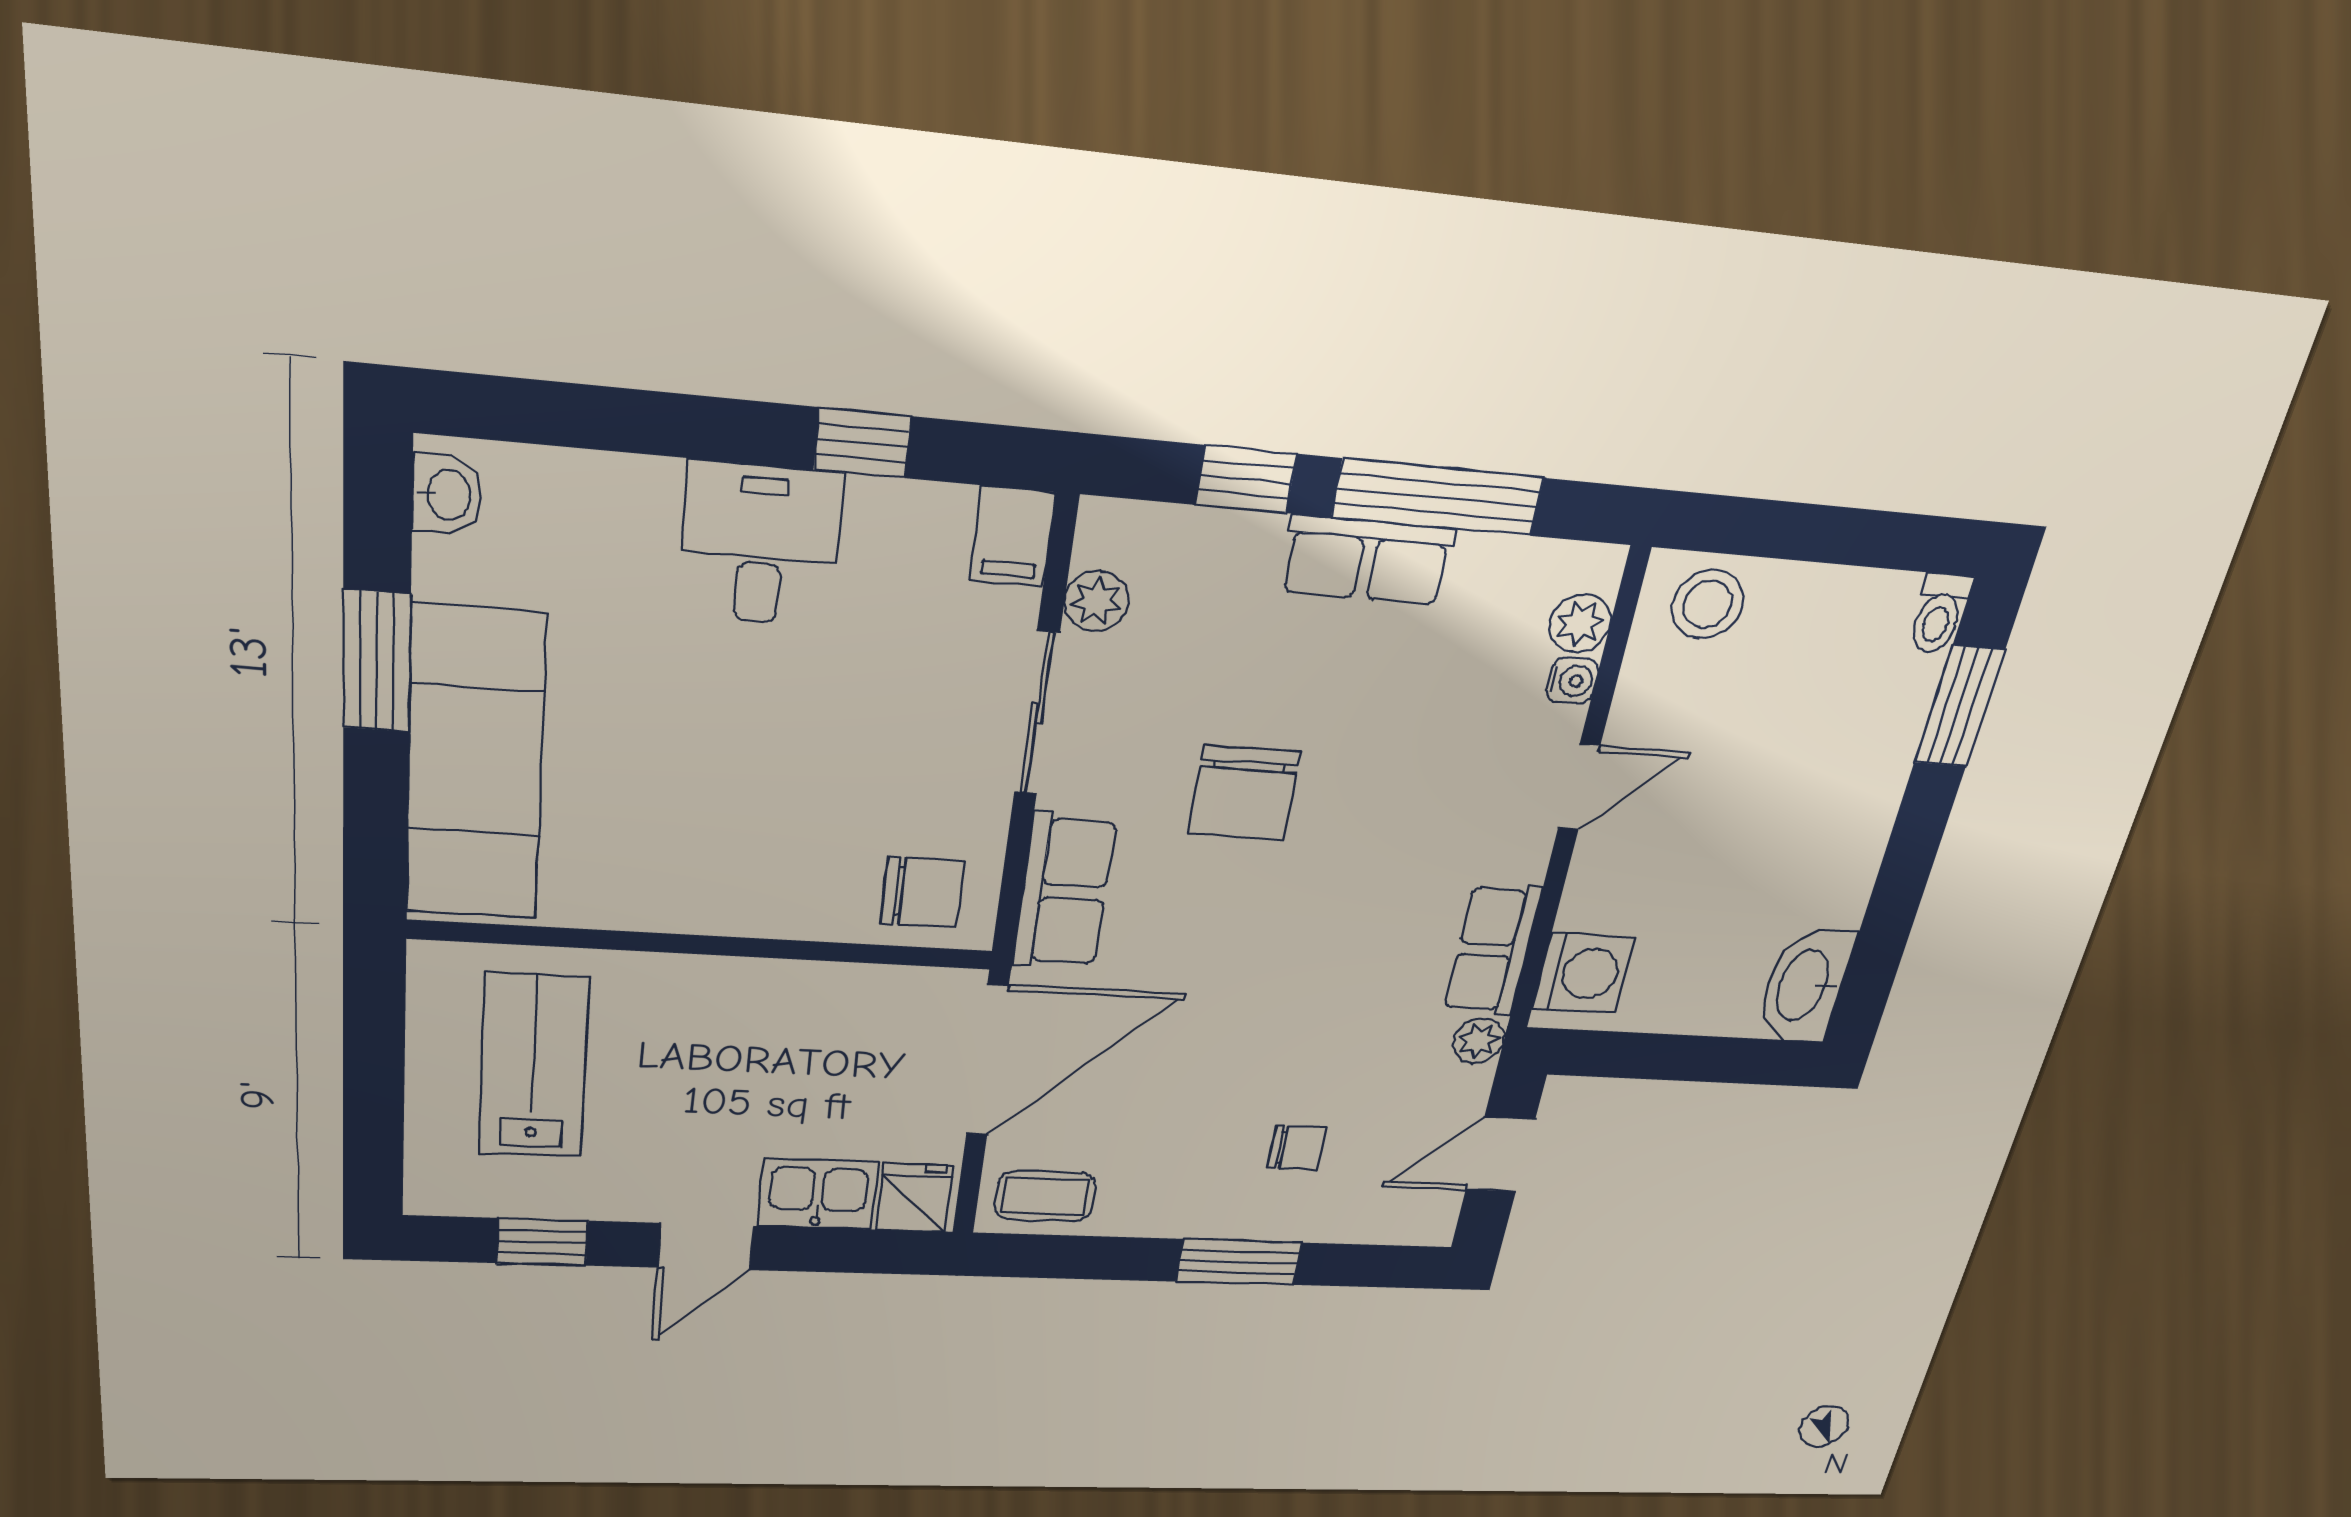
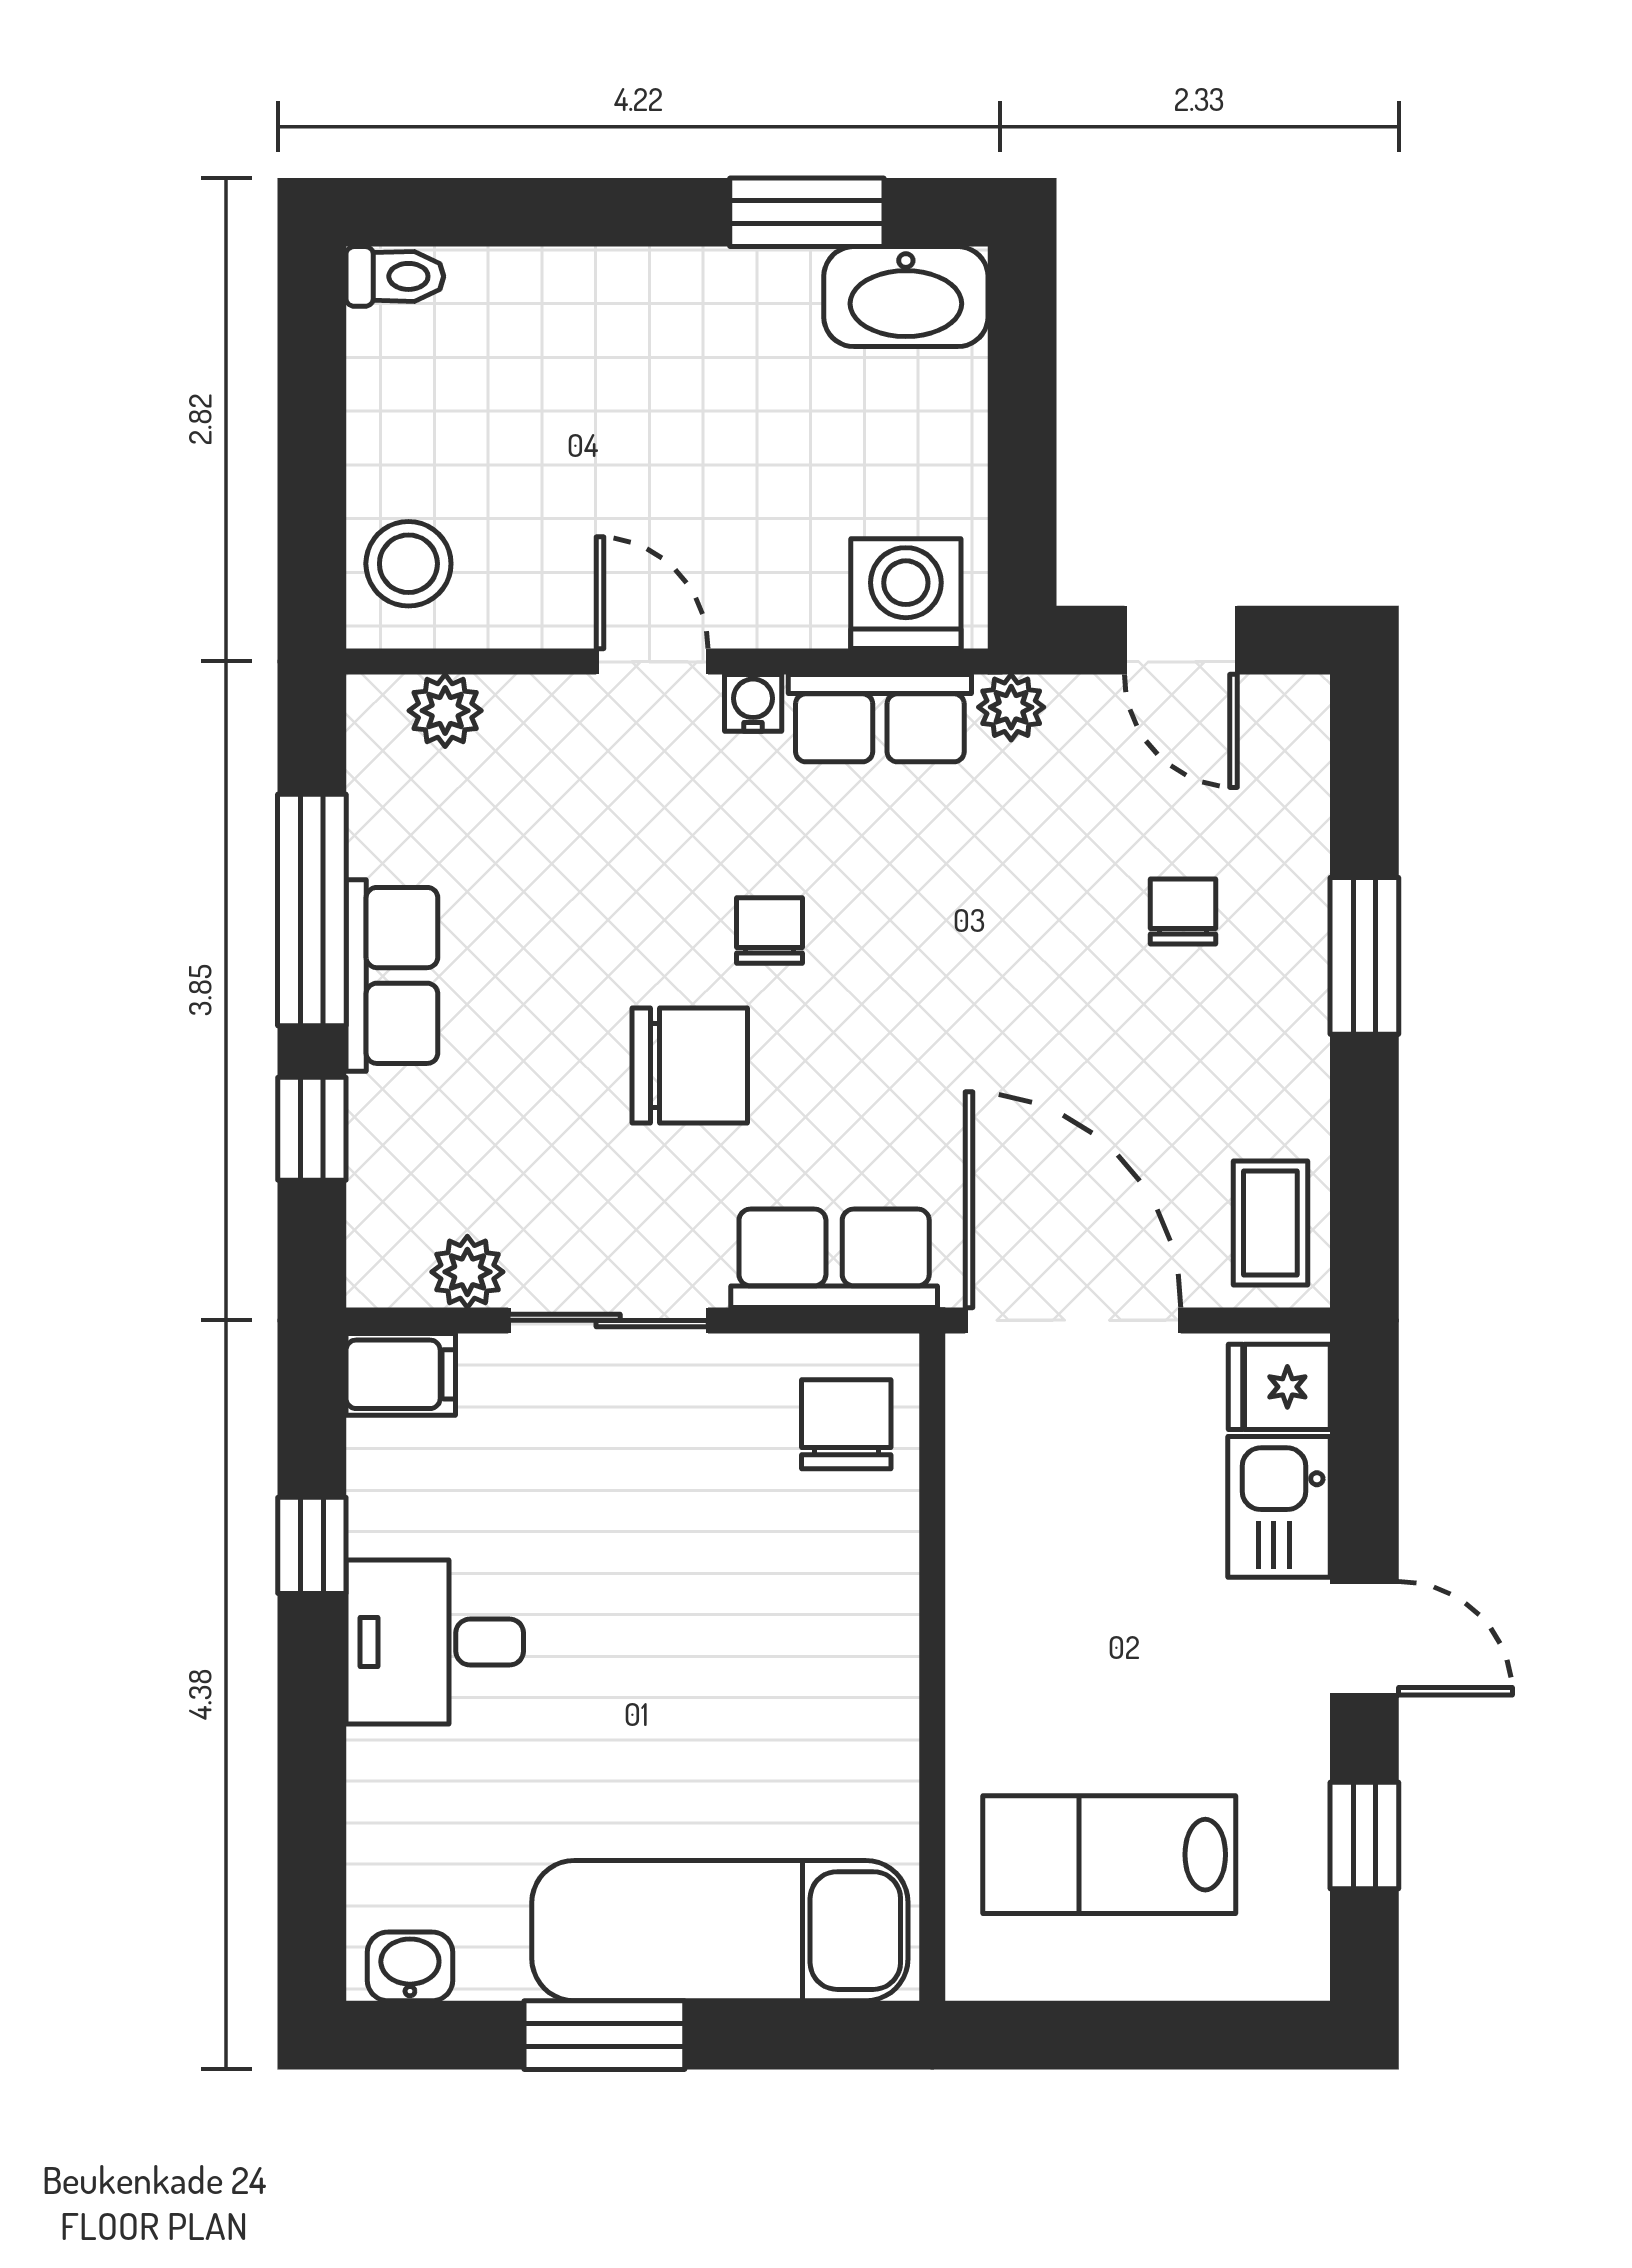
water cooler: (1572, 681) -> (753, 703), moved
window: (1959, 706) -> (807, 212), moved
chair: (1343, 860) -> (770, 931), added

